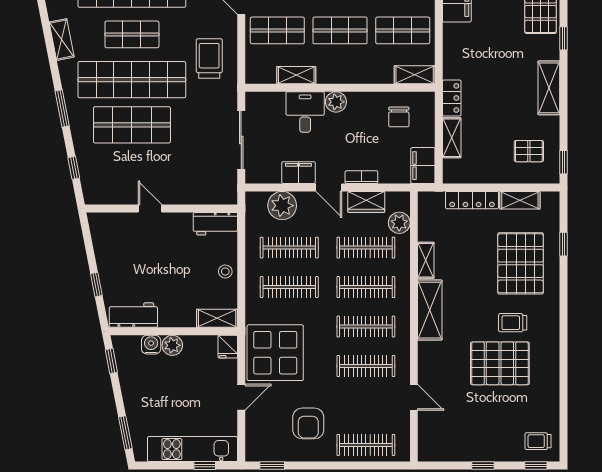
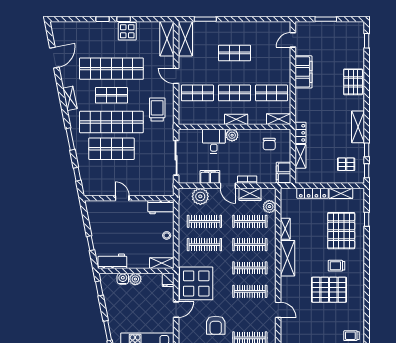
window: (563, 38) -> (367, 150), moved
shelving: (296, 75) -> (236, 119), moved

